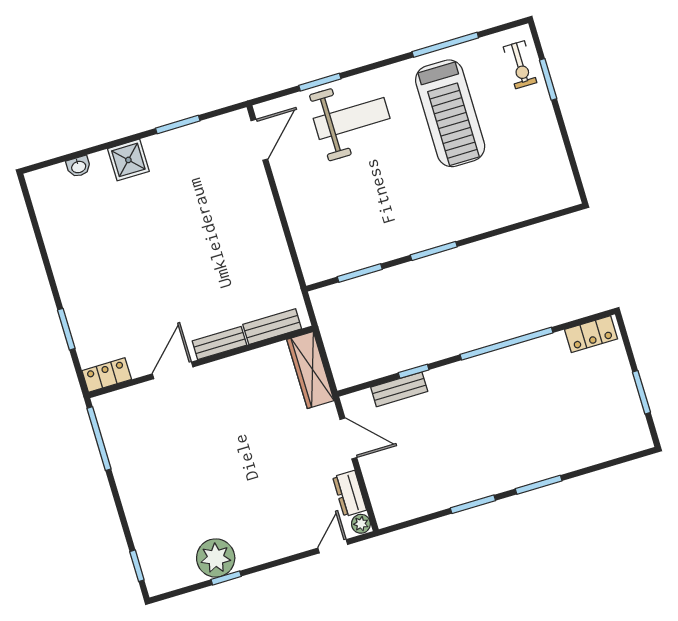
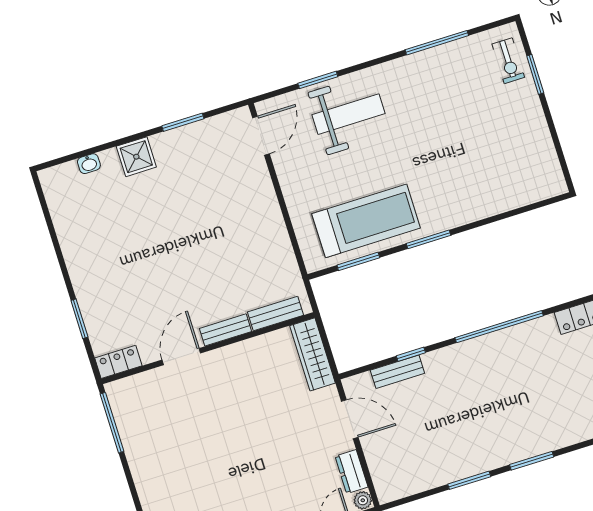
treadmill: (450, 113) -> (366, 221), moved, turned -90

